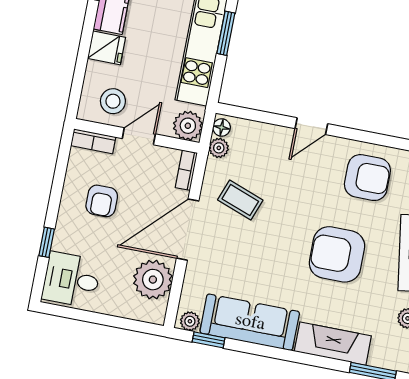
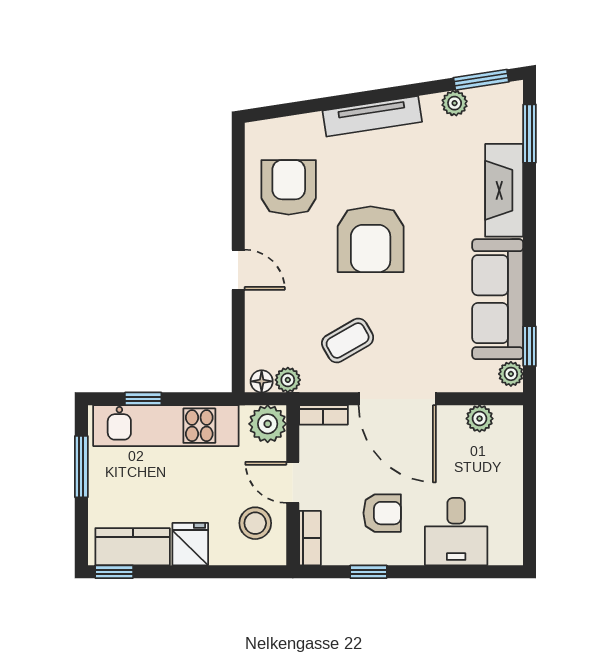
window: (226, 33) -> (143, 399), width x0.67
coffee table: (240, 200) -> (348, 341), turned 40
window: (47, 242) -> (369, 572), moved
armchair: (337, 254) -> (371, 239), moved
desk: (71, 280) -> (456, 532), moved
plant: (153, 280) -> (480, 419), width x0.53, depth x0.53

